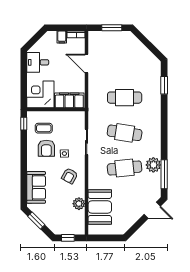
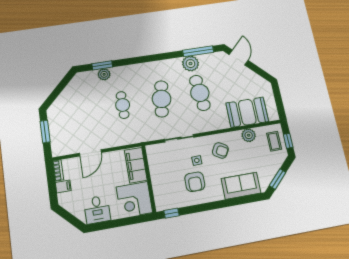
plant: (156, 86) -> (104, 74), added
cafe table: (125, 98) -> (123, 105), width x0.73, depth x0.74
coffee table: (44, 128) -> (274, 141), moved
armchair: (46, 148) -> (195, 182), turned 90

